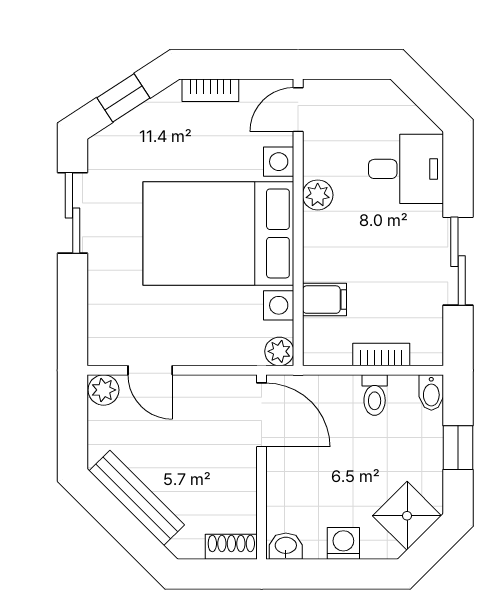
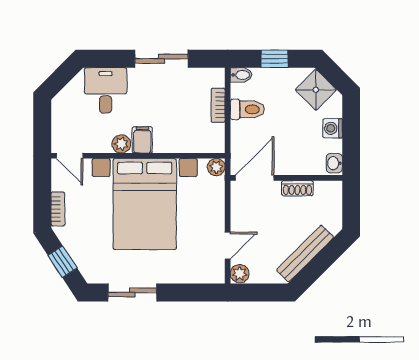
filing cabinet: (324, 300) -> (142, 140), moved
toilet: (375, 395) -> (247, 109), width x1.37, depth x1.39
shoe rack: (231, 547) -> (297, 188), moved, turned -90

